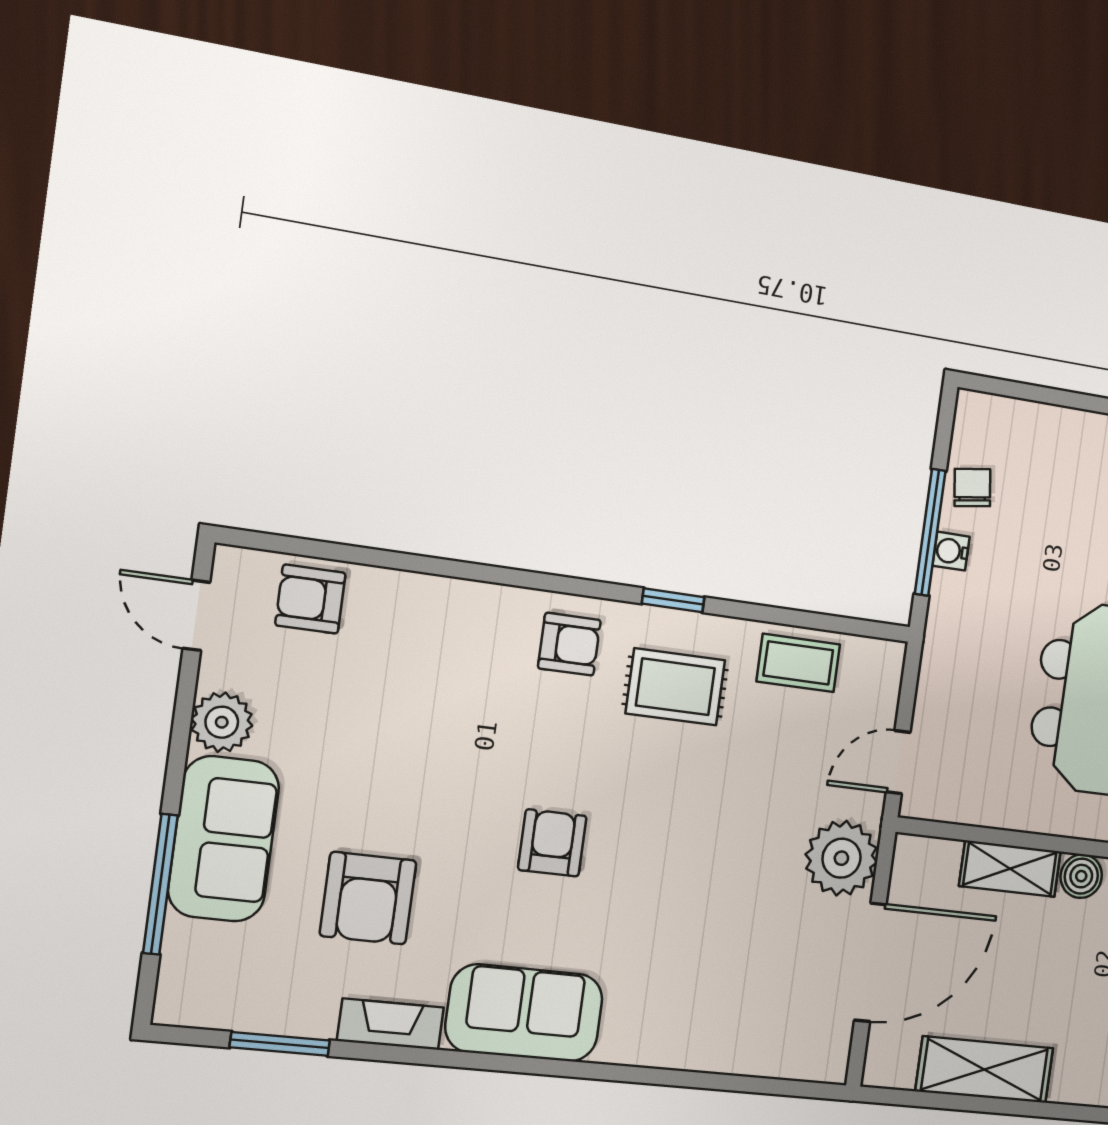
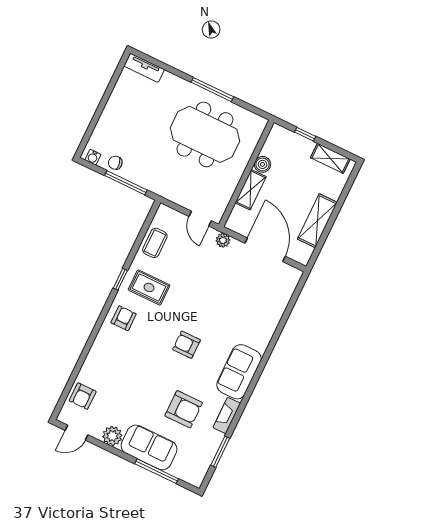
water cooler: (951, 551) -> (93, 157), moved
rug: (675, 687) -> (149, 287), turned 90
plant: (841, 858) -> (223, 240), width x0.53, depth x0.53

